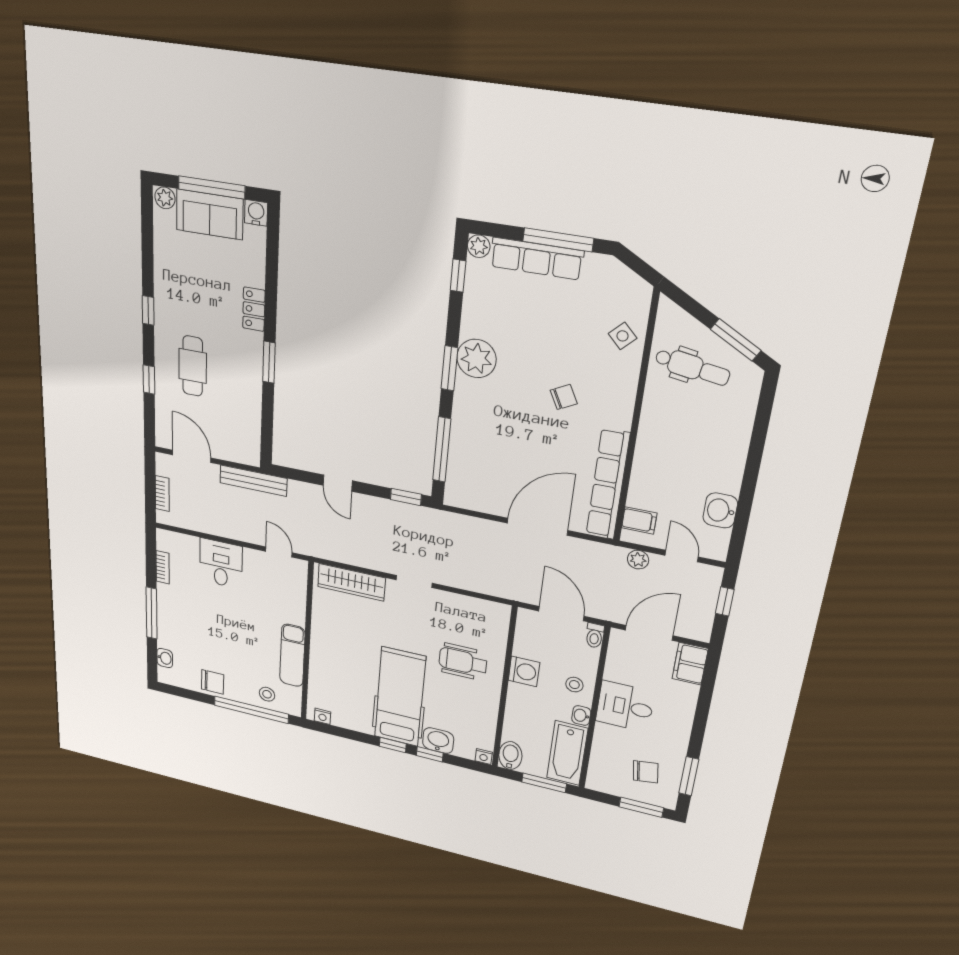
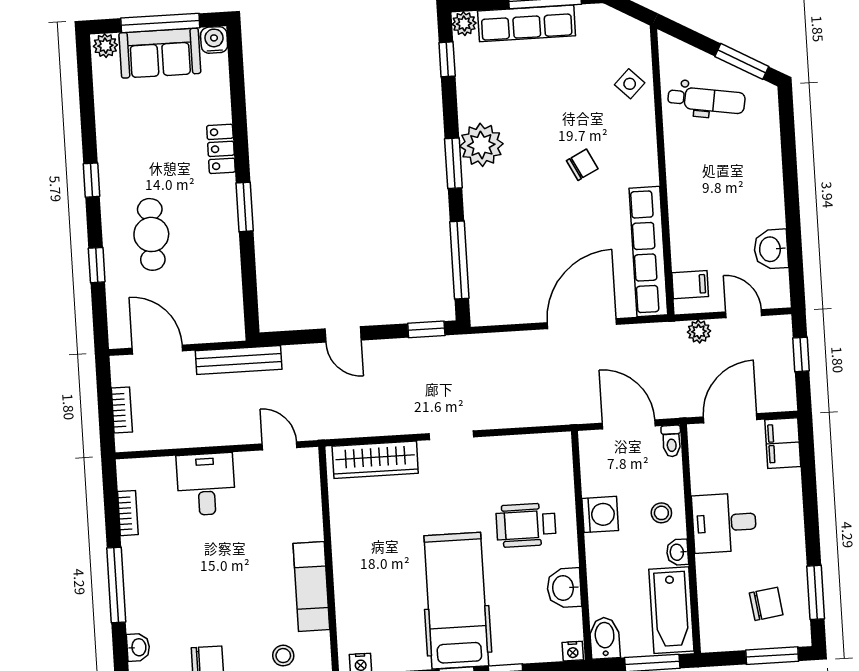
washbasin: (438, 741) -> (564, 588), moved, turned -90

